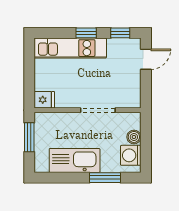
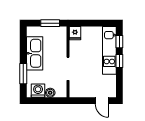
window: (120, 33) -> (119, 42), moved

